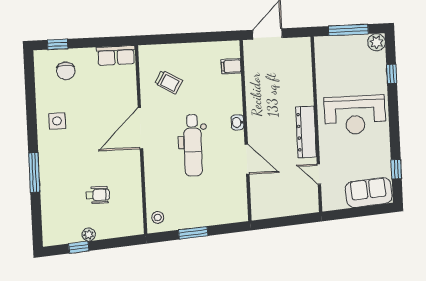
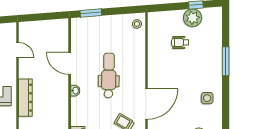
door: (140, 128) -> (146, 104), moved
dresser: (306, 132) -> (25, 98), moved
window: (193, 233) -> (91, 13), moved
plant: (89, 235) -> (193, 18), width x1.87, depth x1.87

